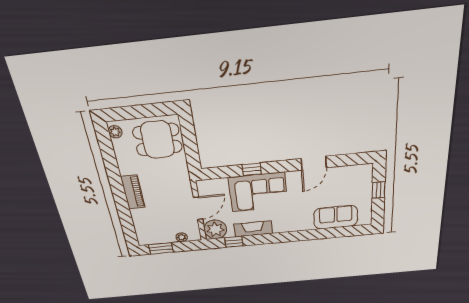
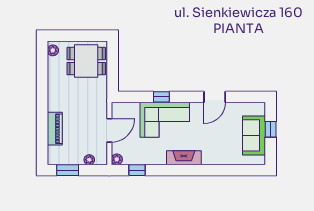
piano: (133, 192) -> (55, 129), moved
sofa: (336, 217) -> (254, 135), moved, turned -90
plant: (215, 229) -> (117, 159), width x0.53, depth x0.53
fireplace: (253, 229) -> (184, 158), moved

